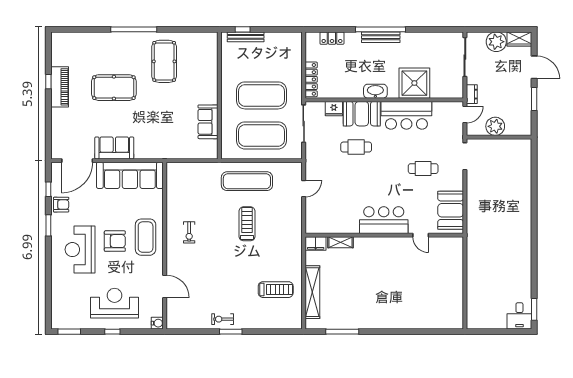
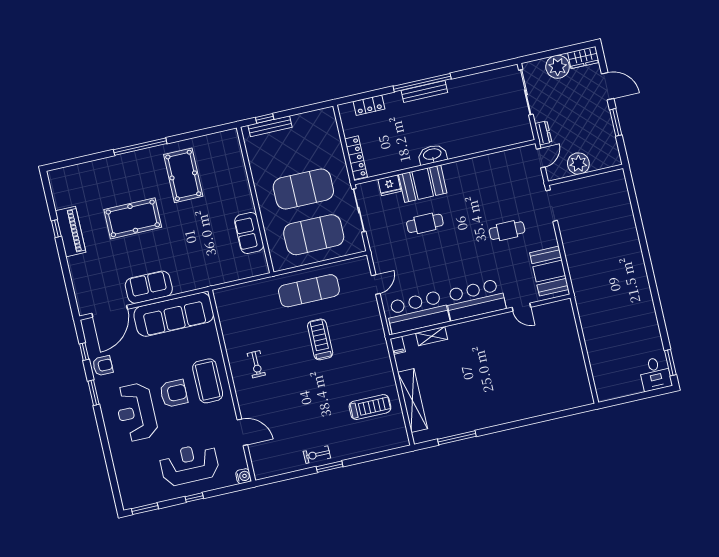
shower: (414, 83) -> (475, 135), removed
bar counter: (406, 115) -> (418, 312), moved, turned 180
filing cabinet: (316, 243) -> (398, 345), width x0.50

